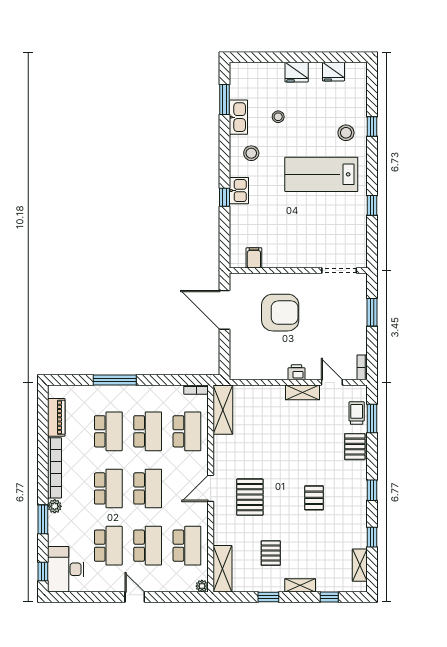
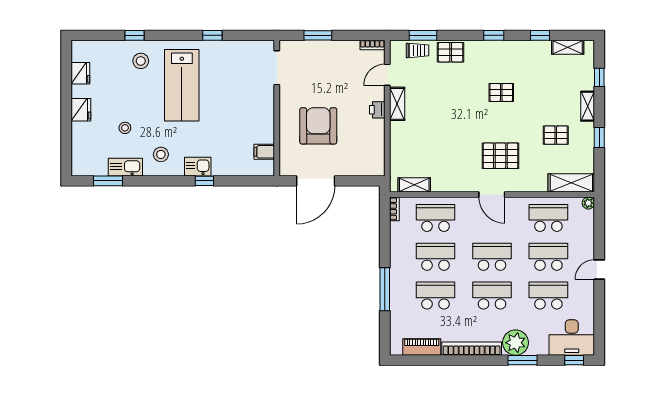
shelving: (223, 410) -> (414, 185), width x0.67, depth x0.75
trolley: (357, 413) -> (417, 50), turned 180
plant: (55, 506) -> (516, 343), width x1.88, depth x1.88

